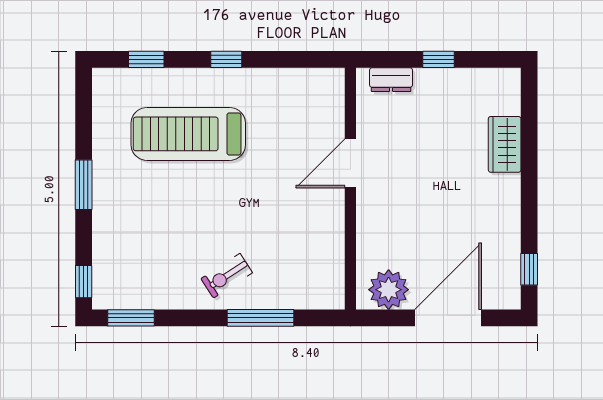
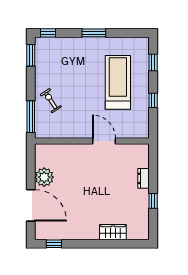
door: (350, 163) -> (104, 141), moved
wall: (350, 189) -> (92, 141), moved

